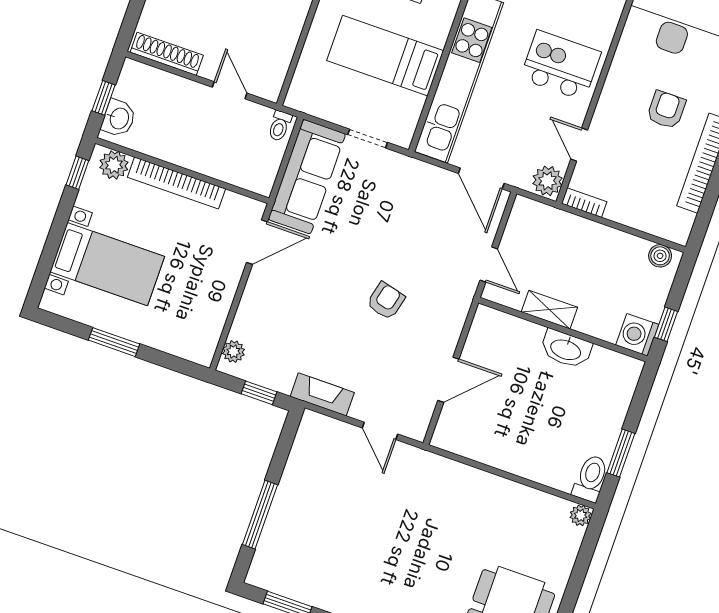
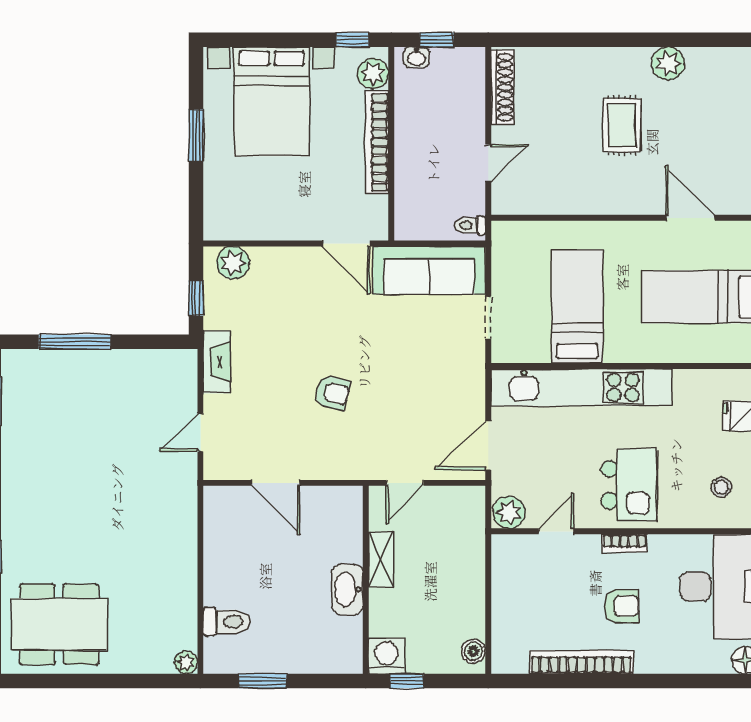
washbasin: (119, 118) -> (416, 57), width x0.72, depth x0.69
bookcase: (584, 203) -> (624, 543), moved, turned 90
bed with nightstands: (107, 264) -> (272, 102), width x1.36
plant: (234, 351) -> (233, 263), width x1.38, depth x1.38
toilet: (591, 478) -> (227, 622), moved

